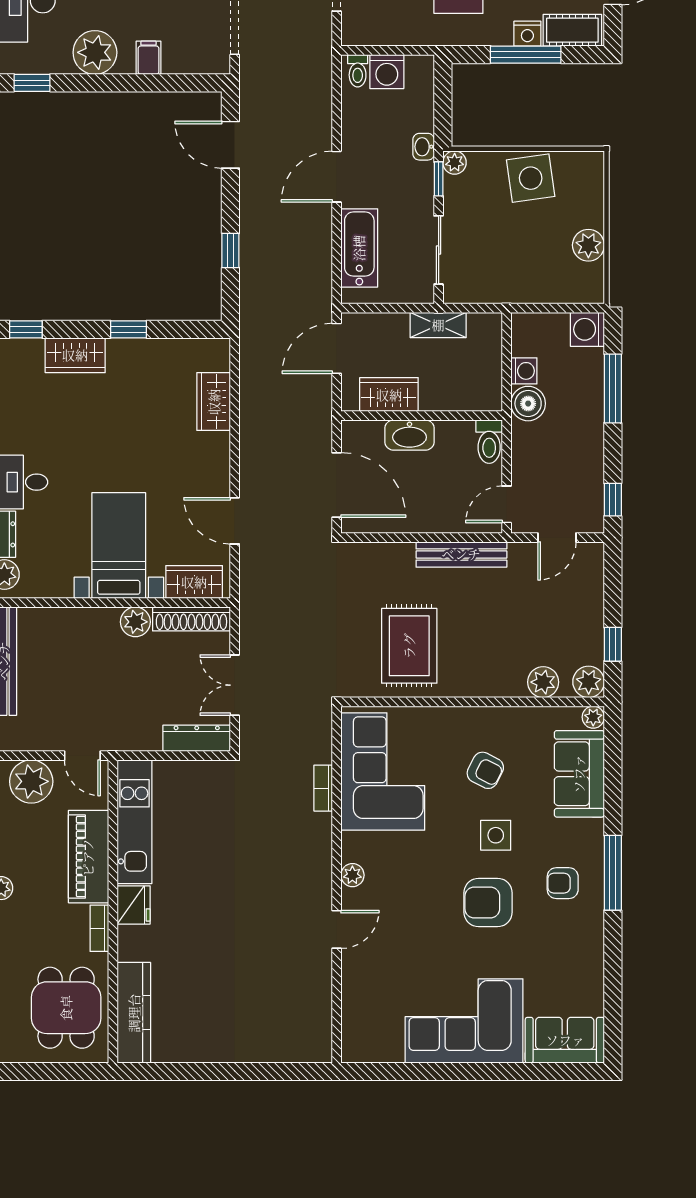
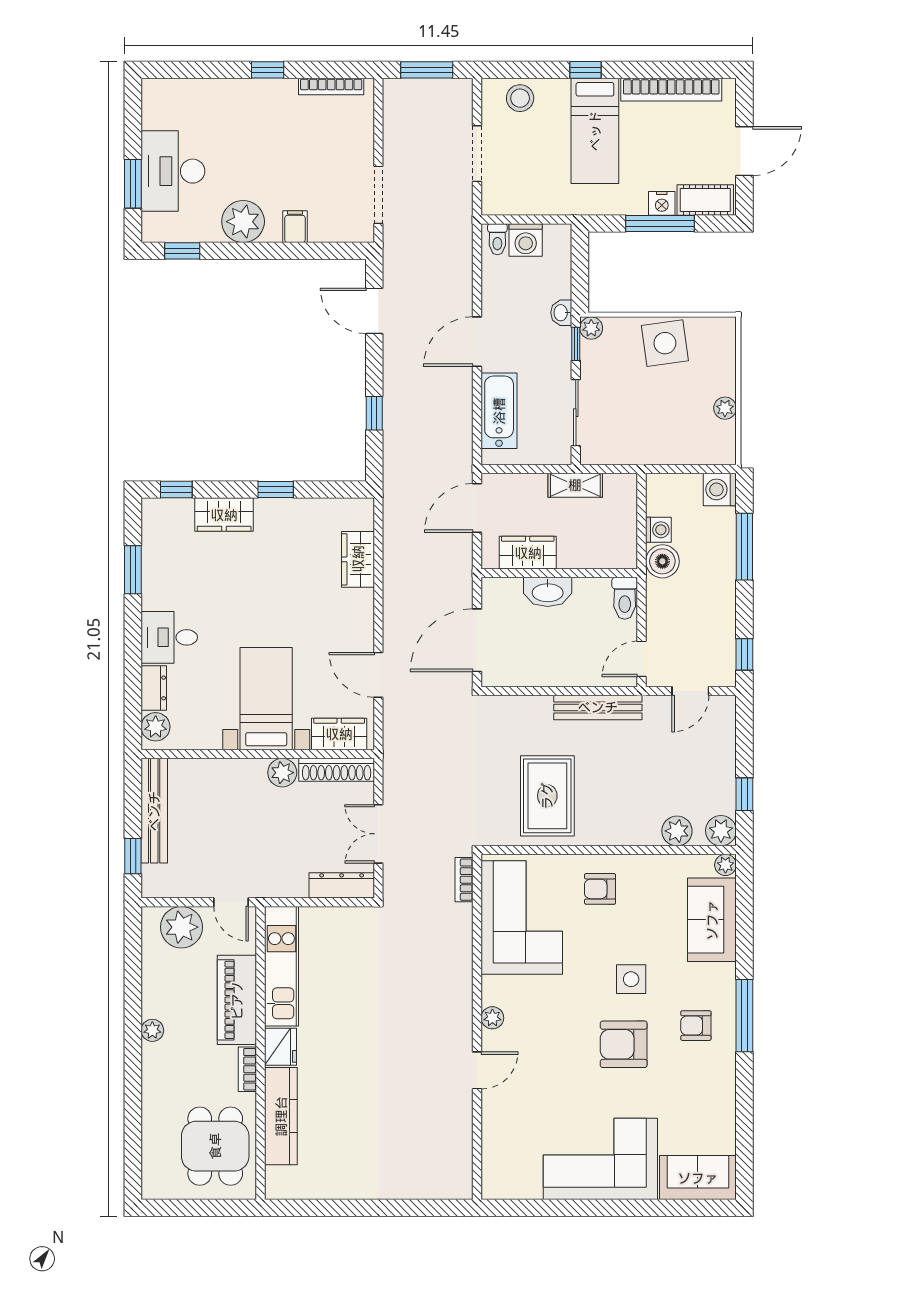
plant: (588, 245) -> (725, 408), width x0.73, depth x0.73
door: (337, 485) -> (477, 640), swing flipped
armchair: (485, 770) -> (600, 889), moved, turned 153
bookcase: (323, 788) -> (464, 880), moved
kitchen counter: (134, 1013) -> (281, 1116), moved

